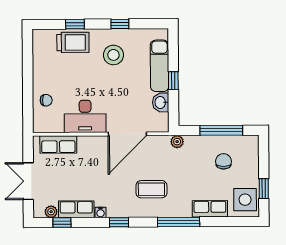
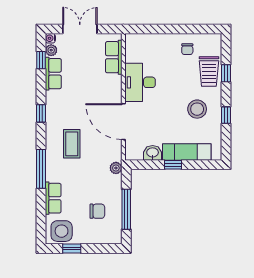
chair: (46, 100) -> (187, 49), moved
water cooler: (101, 212) -> (50, 38), moved

